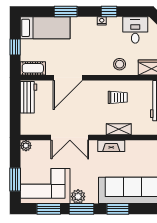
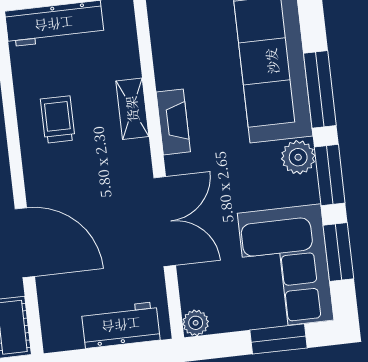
workbench: (29, 97) -> (121, 325), moved
plant: (78, 197) -> (298, 157), moved
window: (118, 209) -> (320, 89), width x1.44

